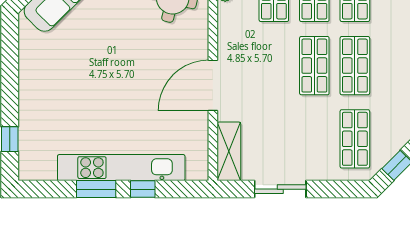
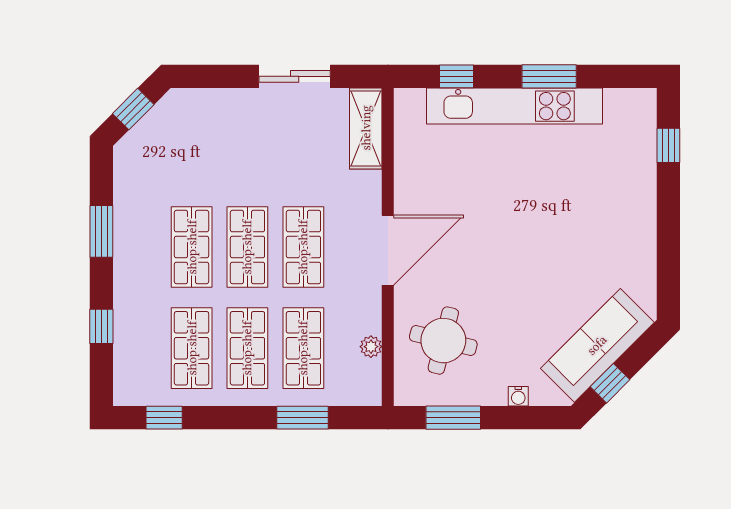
door: (213, 85) -> (388, 250), moved
shop shelf: (355, 139) -> (303, 247), moved
window: (143, 189) -> (457, 76), moved

